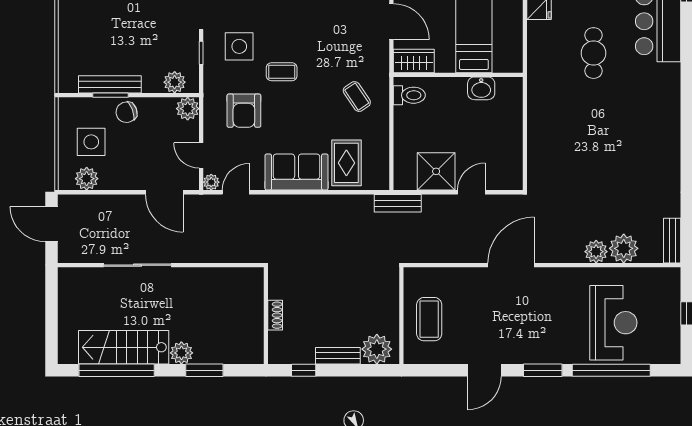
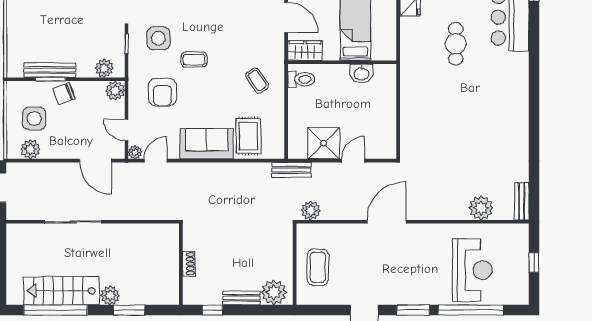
plant: (596, 252) -> (311, 210), moved

